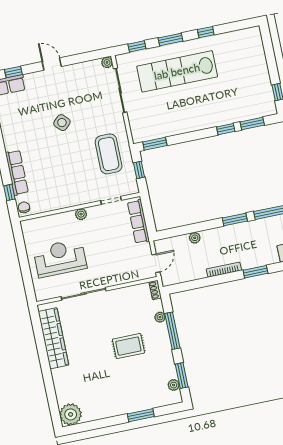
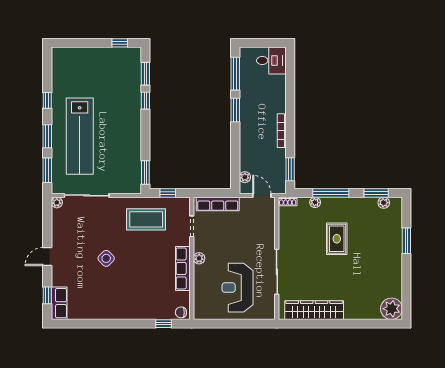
window: (137, 46) -> (47, 170), width x1.50
row of seats: (17, 173) -> (183, 268), moved, turned -90
plant: (195, 238) -> (245, 177), moved
window: (255, 272) -> (290, 169), moved

